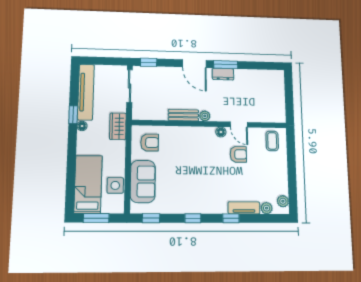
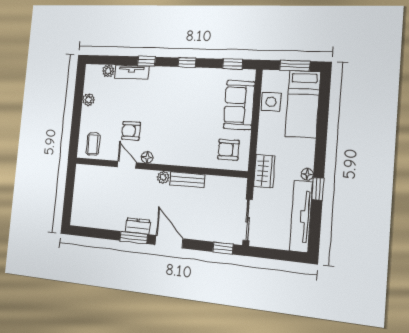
plant: (283, 201) -> (88, 100), moved

